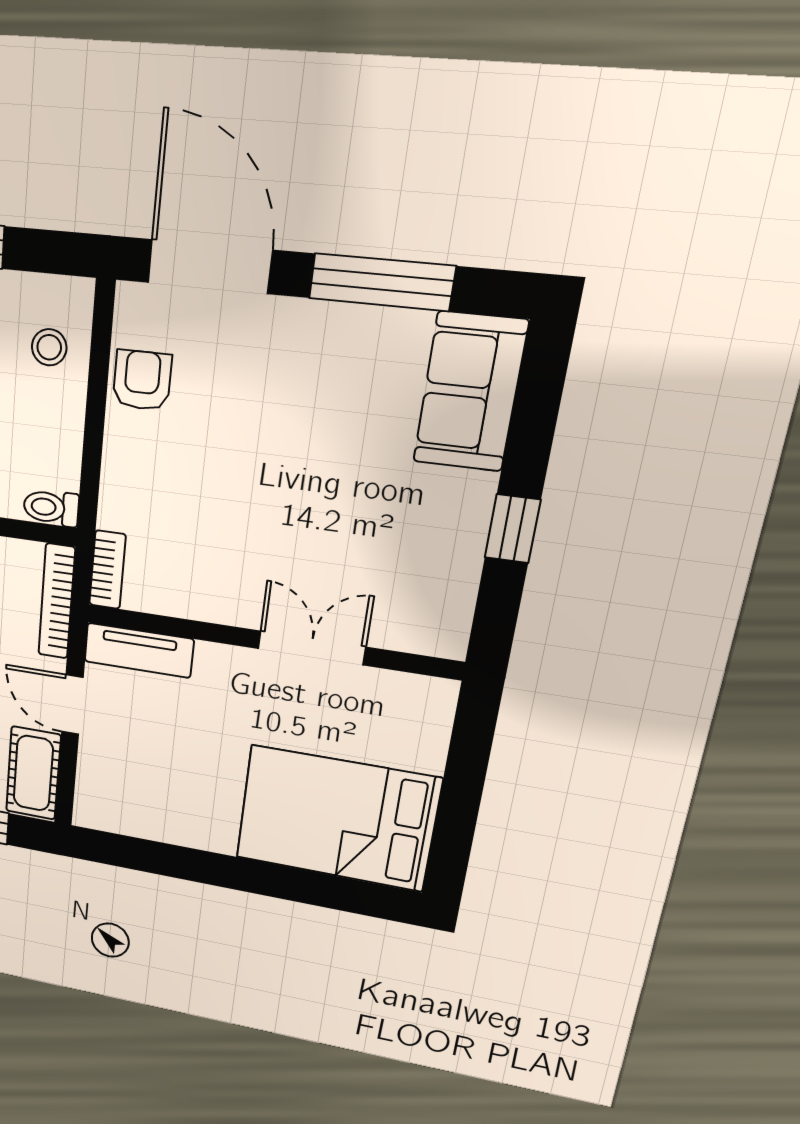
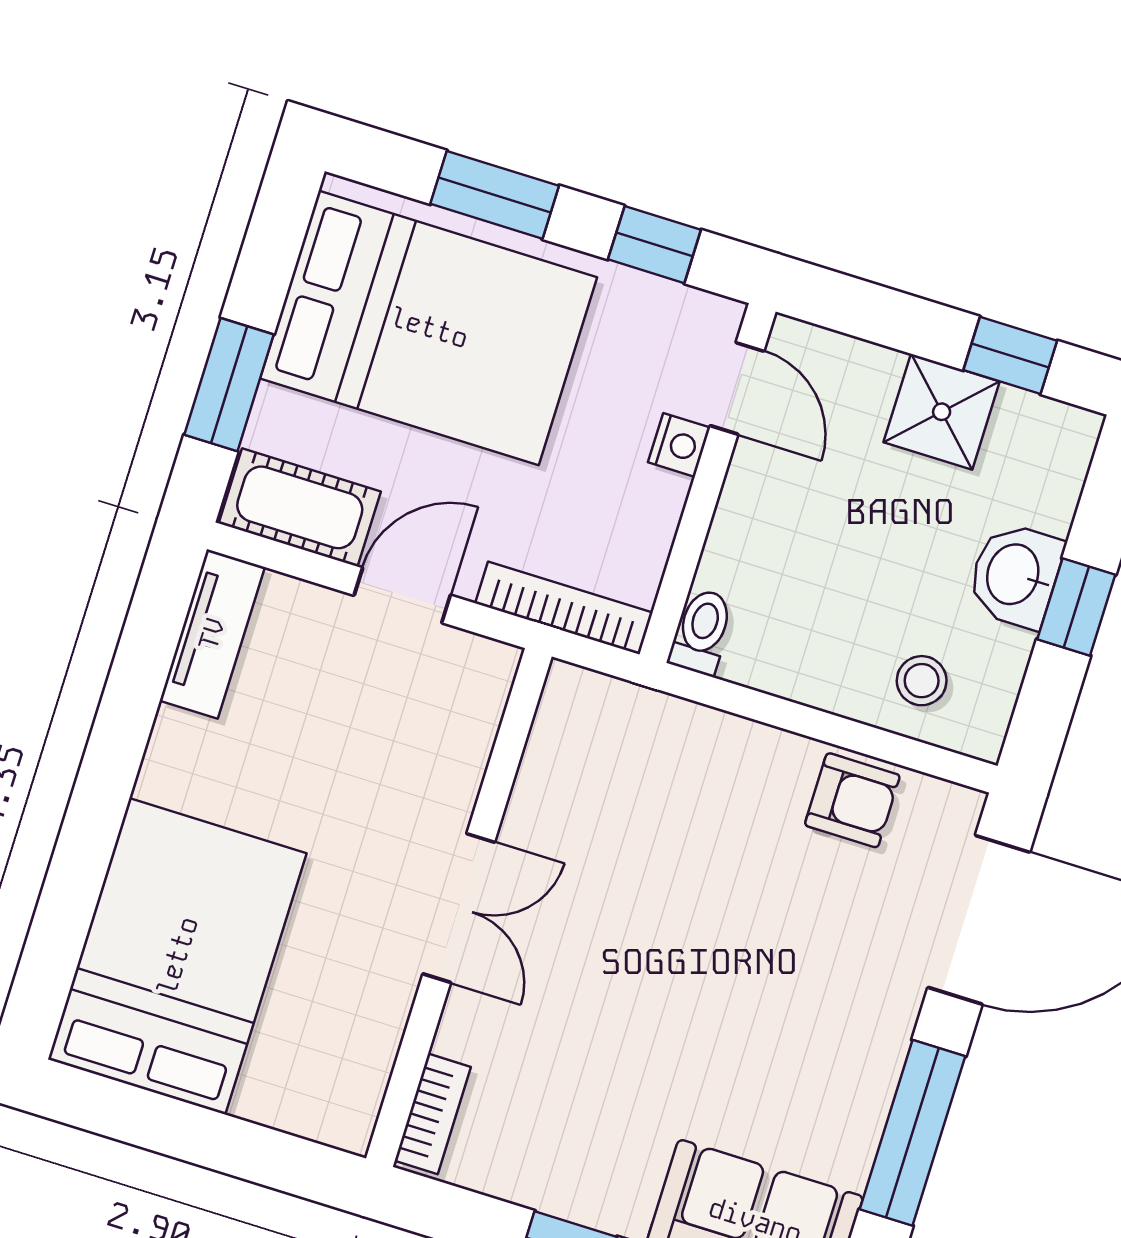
bookcase: (108, 570) -> (433, 1114), moved, turned -90
double door: (312, 648) -> (459, 908), moved
tv unit: (139, 650) -> (212, 634), moved, turned 180

